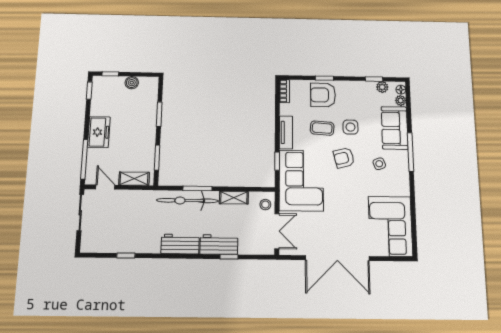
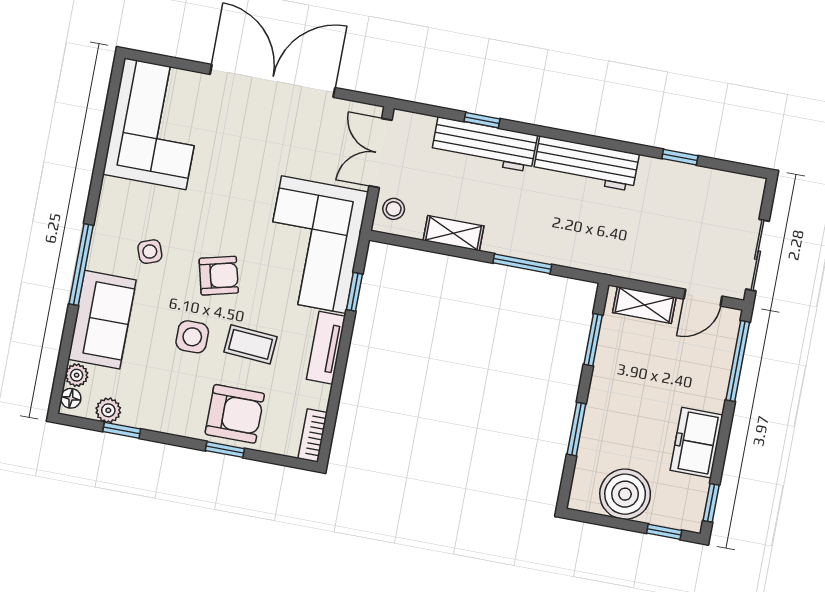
boiler: (132, 83) -> (625, 494), width x1.86, depth x1.86
freezer: (99, 132) -> (697, 443), moved
door: (105, 187) -> (703, 298), hinge flipped
bicycle: (187, 201) -> (546, 243), removed
workbench: (180, 244) -> (586, 164), width x1.38
workbench: (219, 244) -> (484, 144), width x1.38

